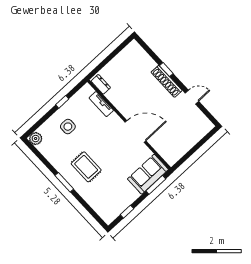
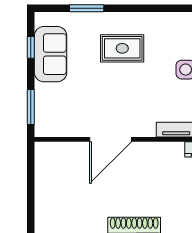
sofa: (148, 174) -> (51, 54), moved
window: (64, 182) -> (87, 8), moved

